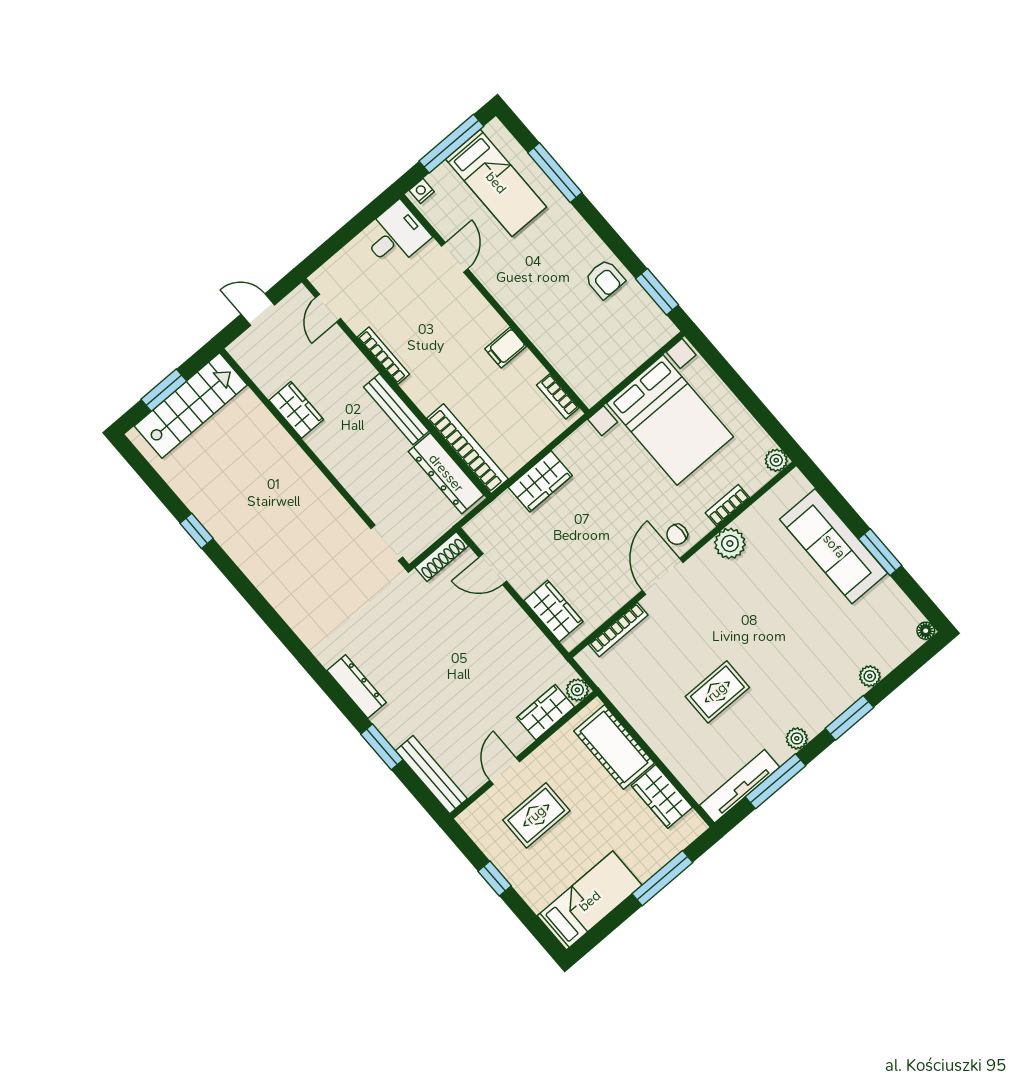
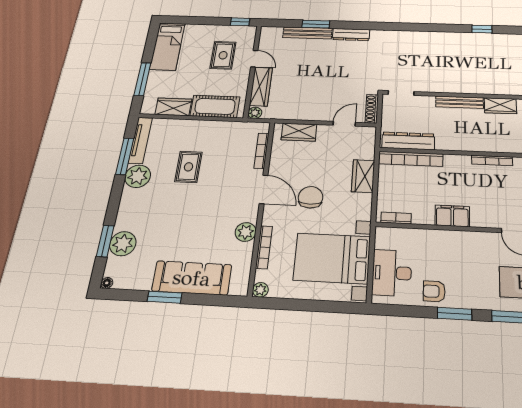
window: (657, 292) -> (455, 314), moved
desk: (626, 342) -> (392, 273), added
filing cabinet: (506, 348) -> (452, 216), width x2.00
bench: (396, 409) -> (460, 102), moved
bookcase: (727, 505) -> (264, 247), width x1.56
chair: (677, 534) -> (311, 197), moved, width x1.87, depth x1.87
plant: (870, 676) -> (123, 244), width x1.88, depth x1.88
wardrobe: (546, 712) -> (261, 87), width x1.50
window: (849, 718) -> (105, 241), moved
plant: (797, 738) -> (138, 176), width x1.88, depth x1.88
bench: (431, 775) -> (307, 33), moved
window: (495, 879) -> (240, 22), moved

